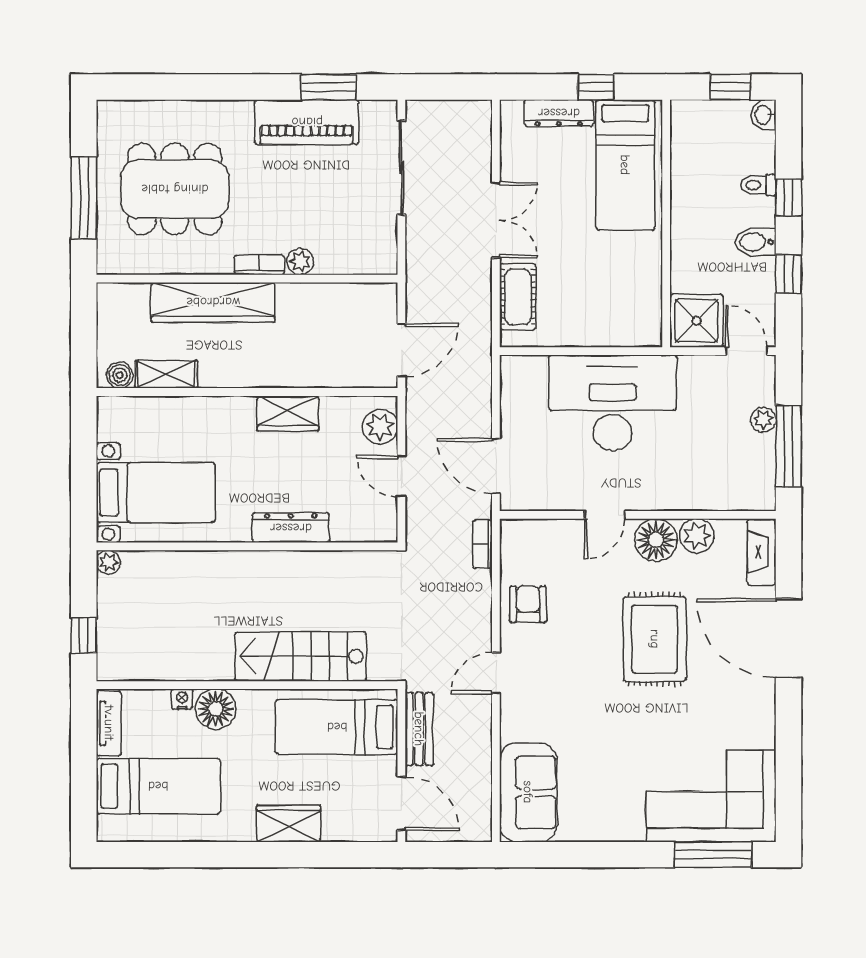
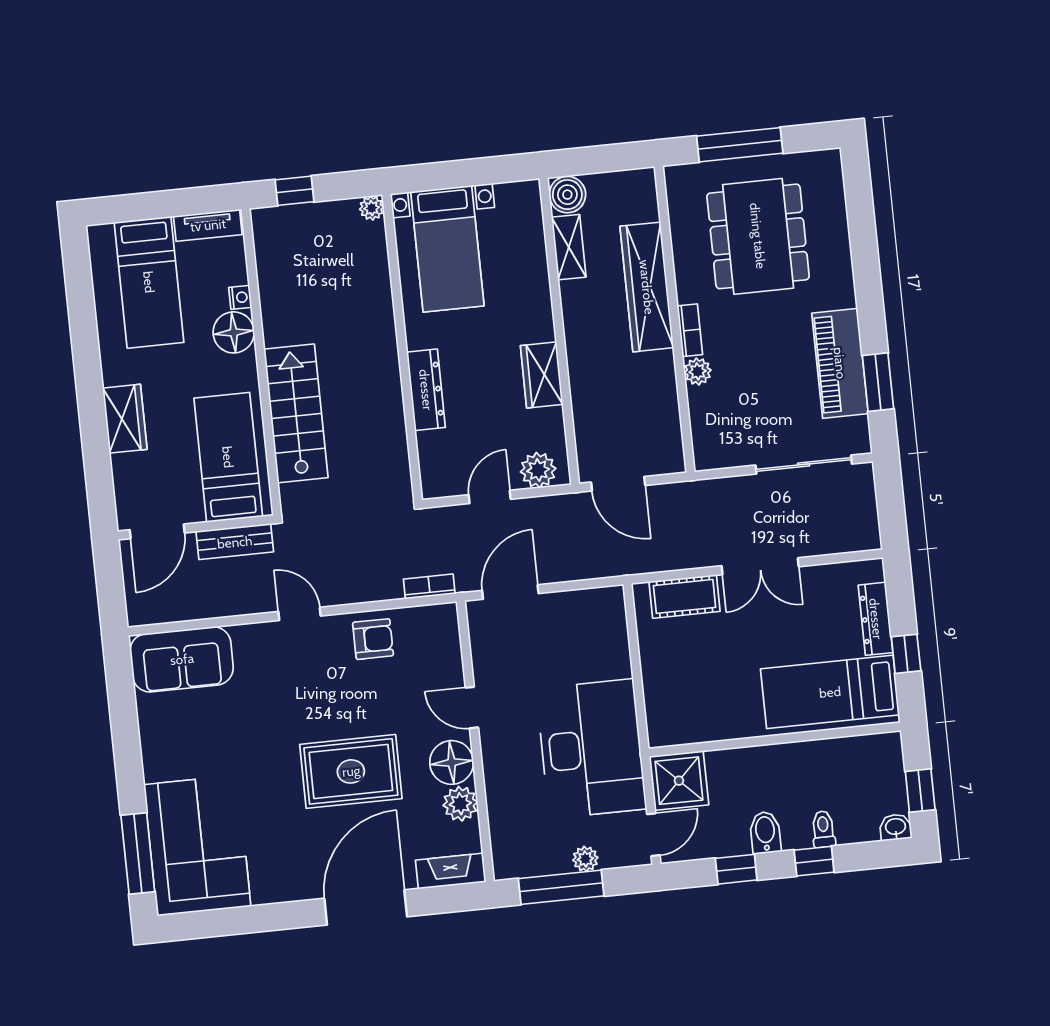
boiler: (120, 375) -> (567, 195), width x1.36, depth x1.36
desk: (613, 403) -> (591, 749), moved

